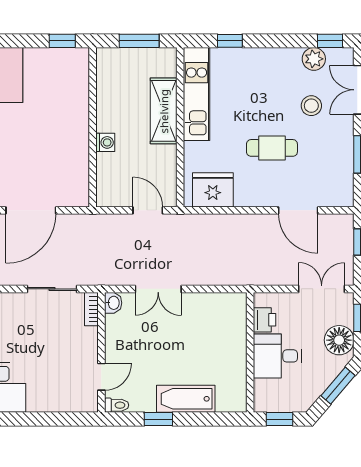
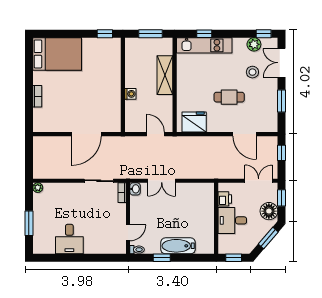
kitchen unit: (197, 94) -> (204, 45), moved, turned 90

